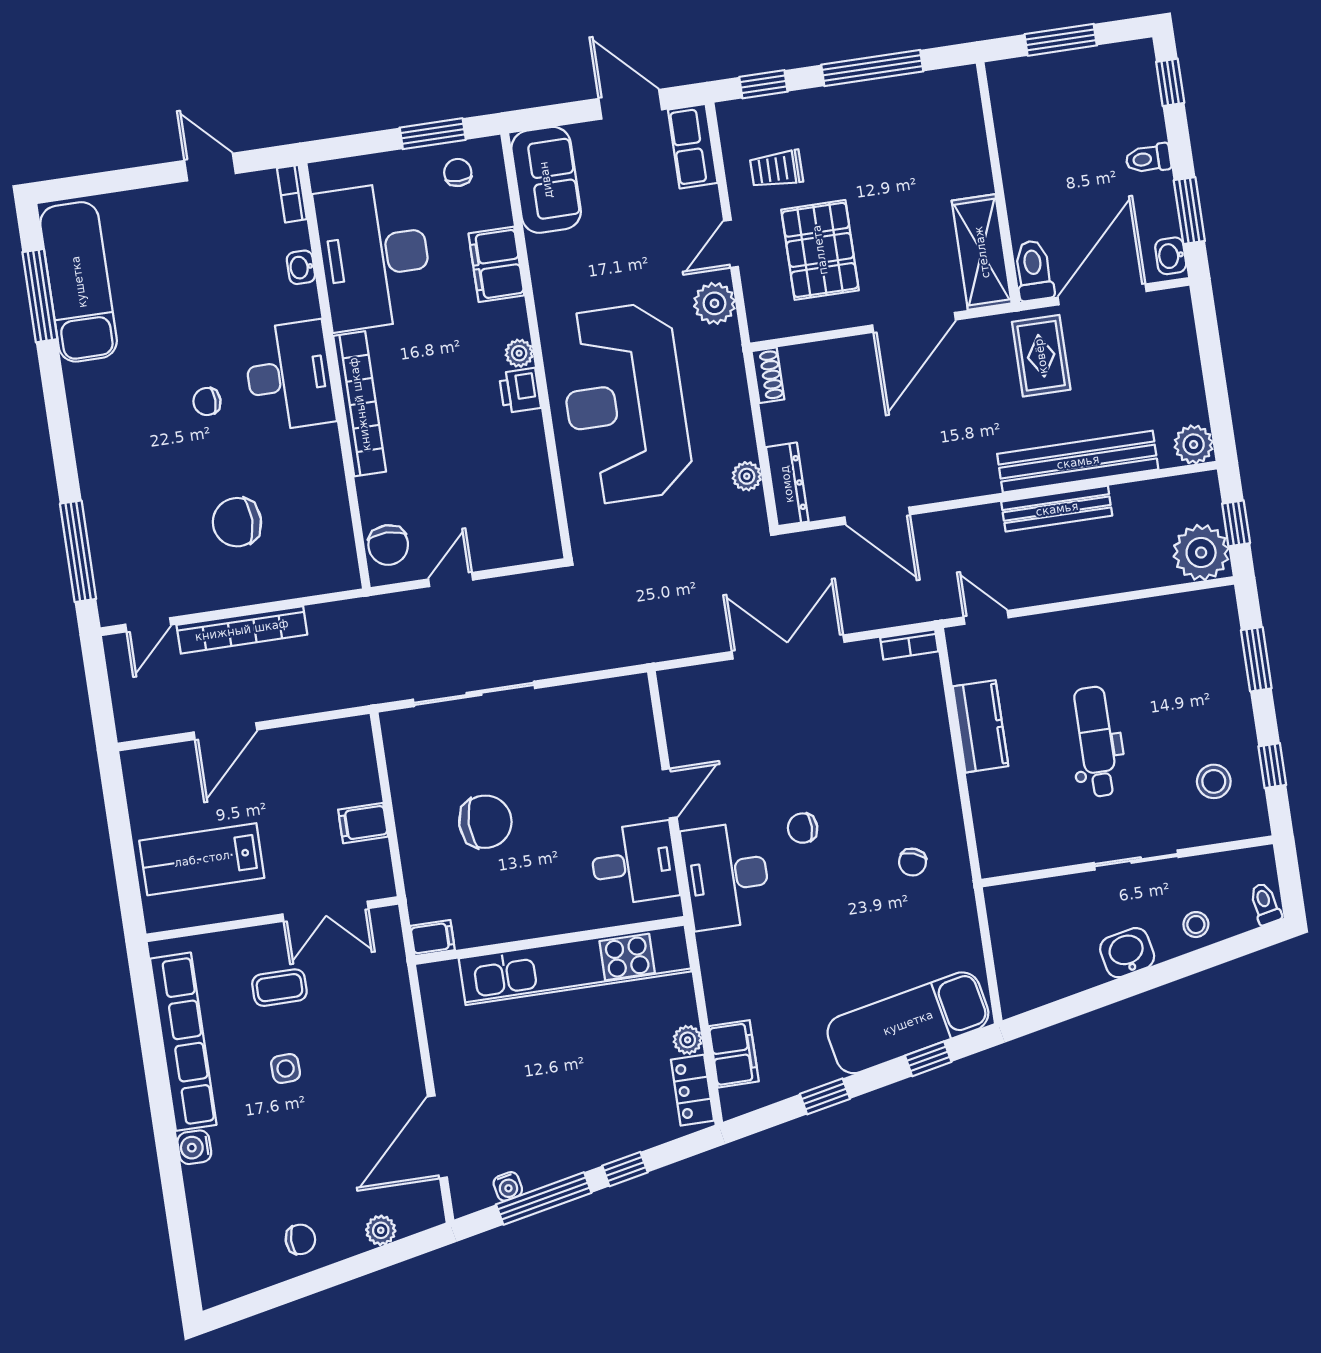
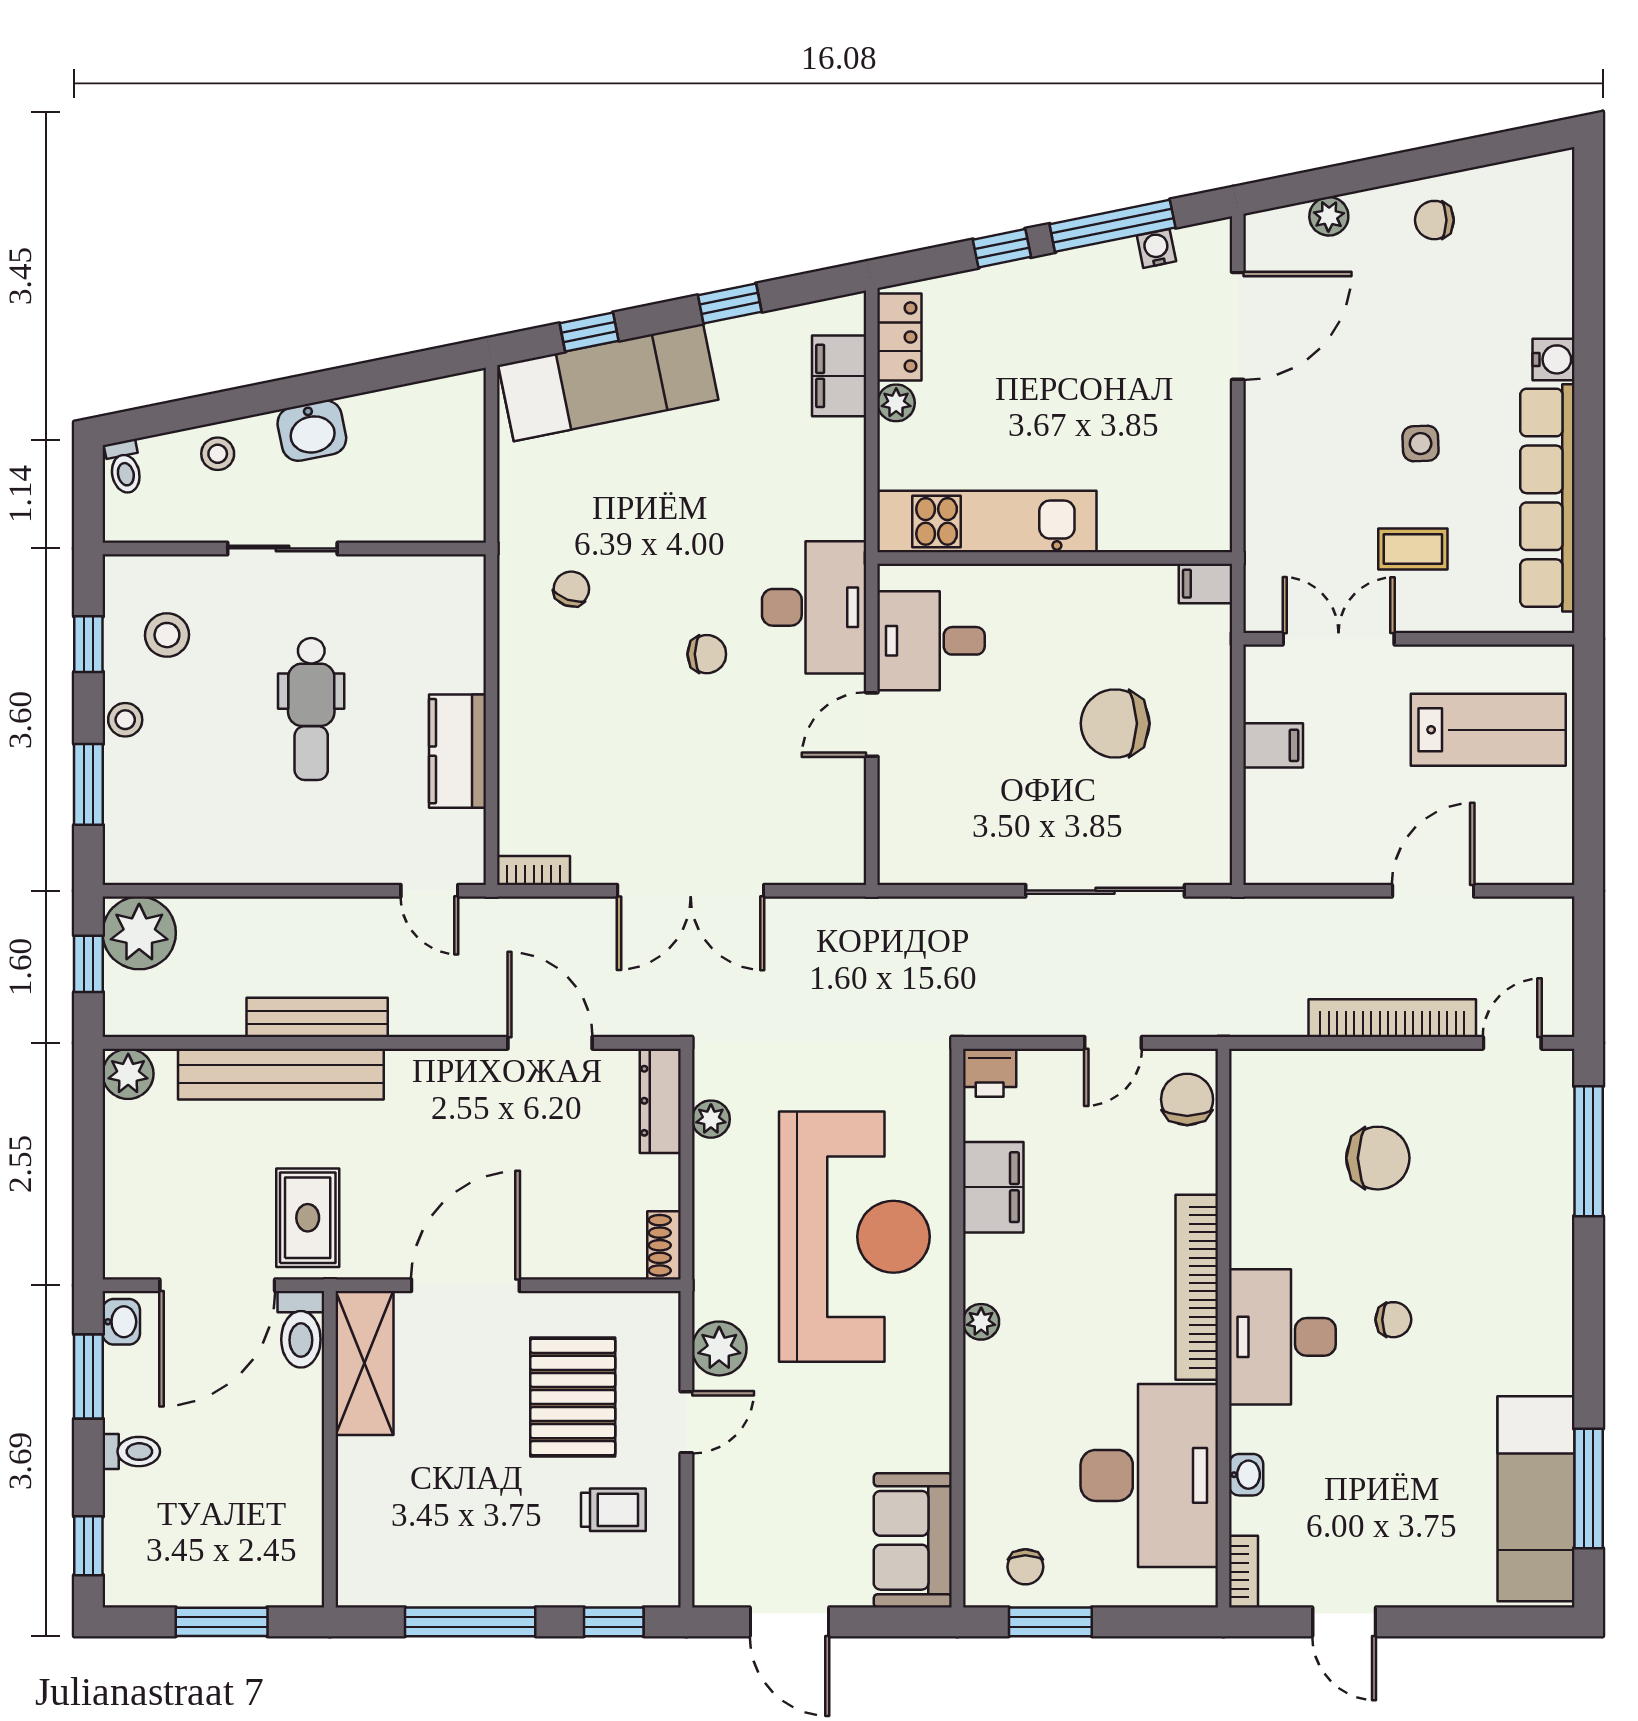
row of seats: (693, 146) -> (717, 1555), removed
filing cabinet: (496, 264) -> (993, 1187), moved
printer: (520, 390) -> (990, 1073), moved, turned 90
stool: (1236, 712) -> (125, 720), added
kitchen unit: (575, 965) -> (987, 521), width x0.73

